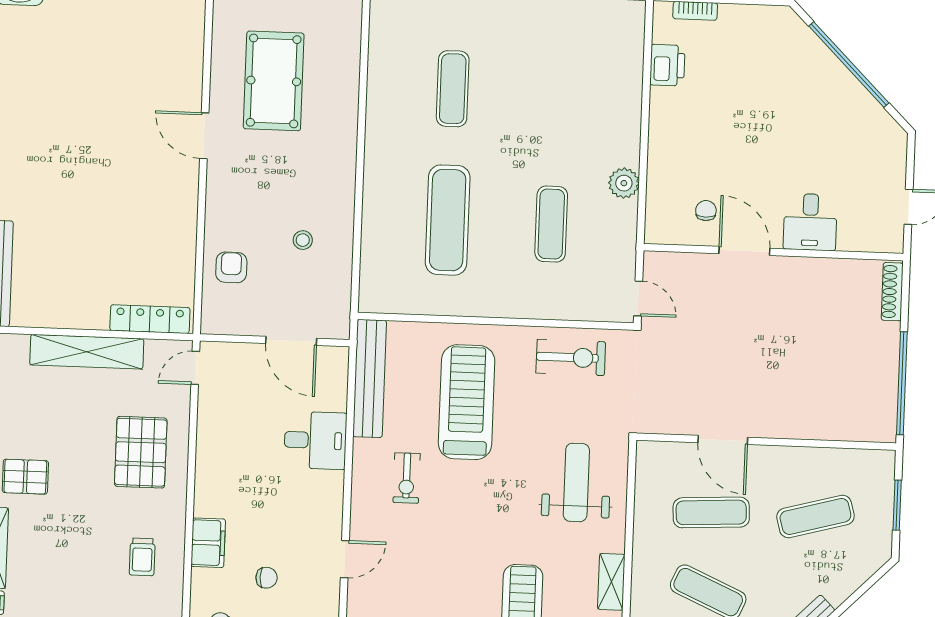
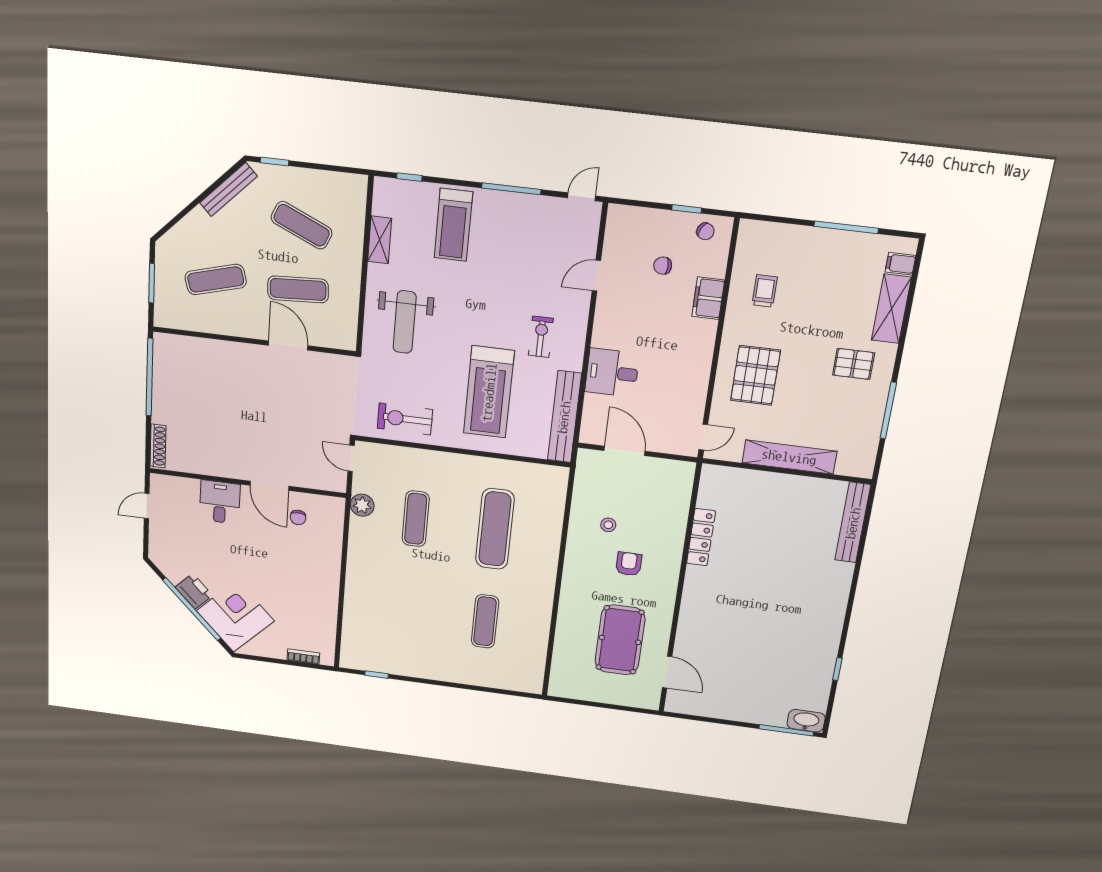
corner desk: (789, 61) -> (235, 616), added
printer: (667, 65) -> (194, 591), moved, turned 135
door: (204, 136) -> (667, 672), moved
plant: (624, 183) -> (362, 505), moved
armchair: (231, 267) -> (629, 564), moved, turned 180
locker: (150, 319) -> (701, 537), moved, turned -90

